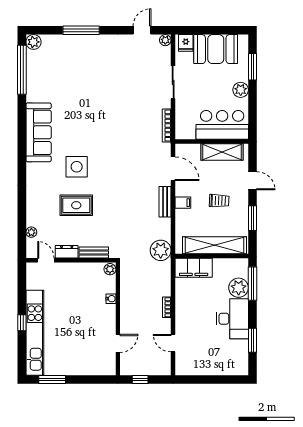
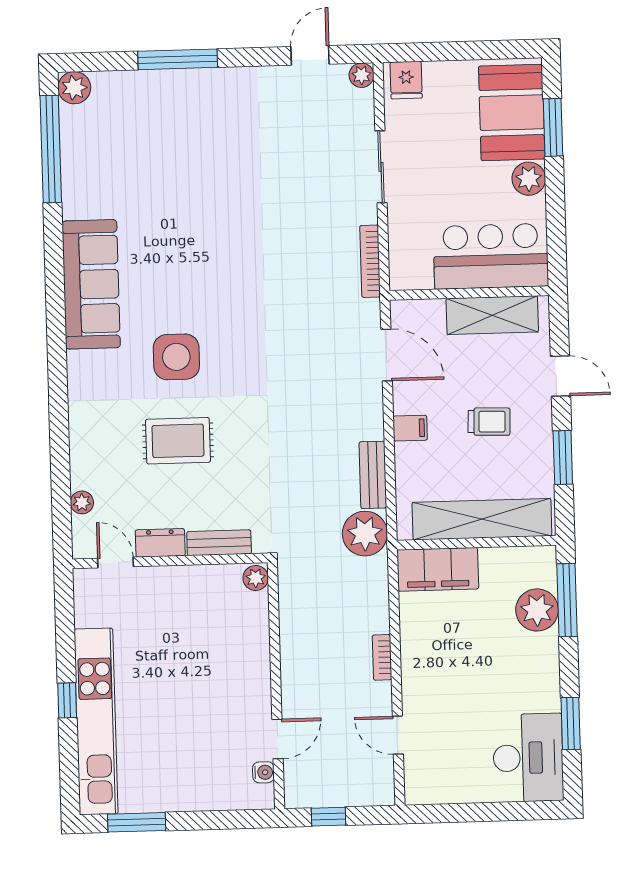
booth: (216, 49) -> (512, 113), moved, turned 90
bench: (165, 202) -> (373, 475), moved
water cooler: (111, 299) -> (263, 772), moved
desk: (232, 319) -> (528, 758), moved

